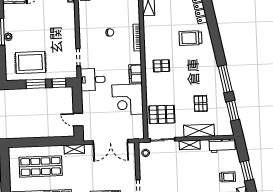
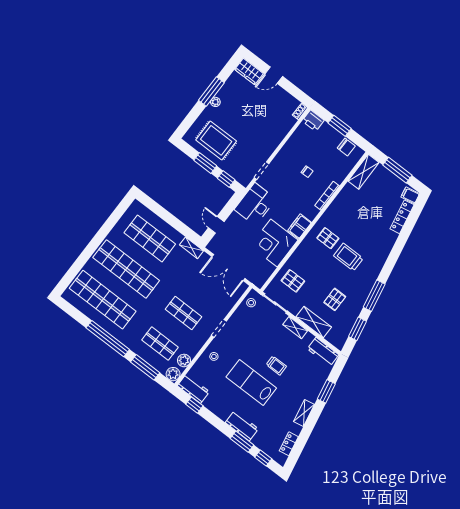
trolley: (191, 38) -> (348, 257), moved
desk: (93, 80) -> (255, 204), width x1.37
pallet: (162, 114) -> (293, 281), width x0.67, depth x0.71
trolley: (228, 177) -> (276, 365), moved

